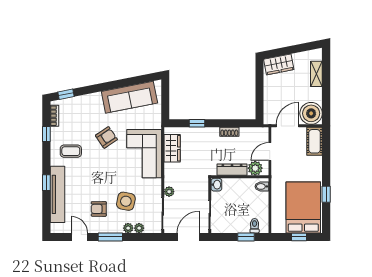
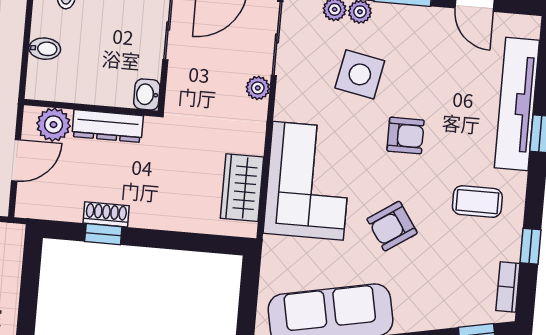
window: (197, 123) -> (103, 234), moved
bidet: (262, 186) -> (45, 49), moved
armchair: (99, 209) -> (406, 136), moved

